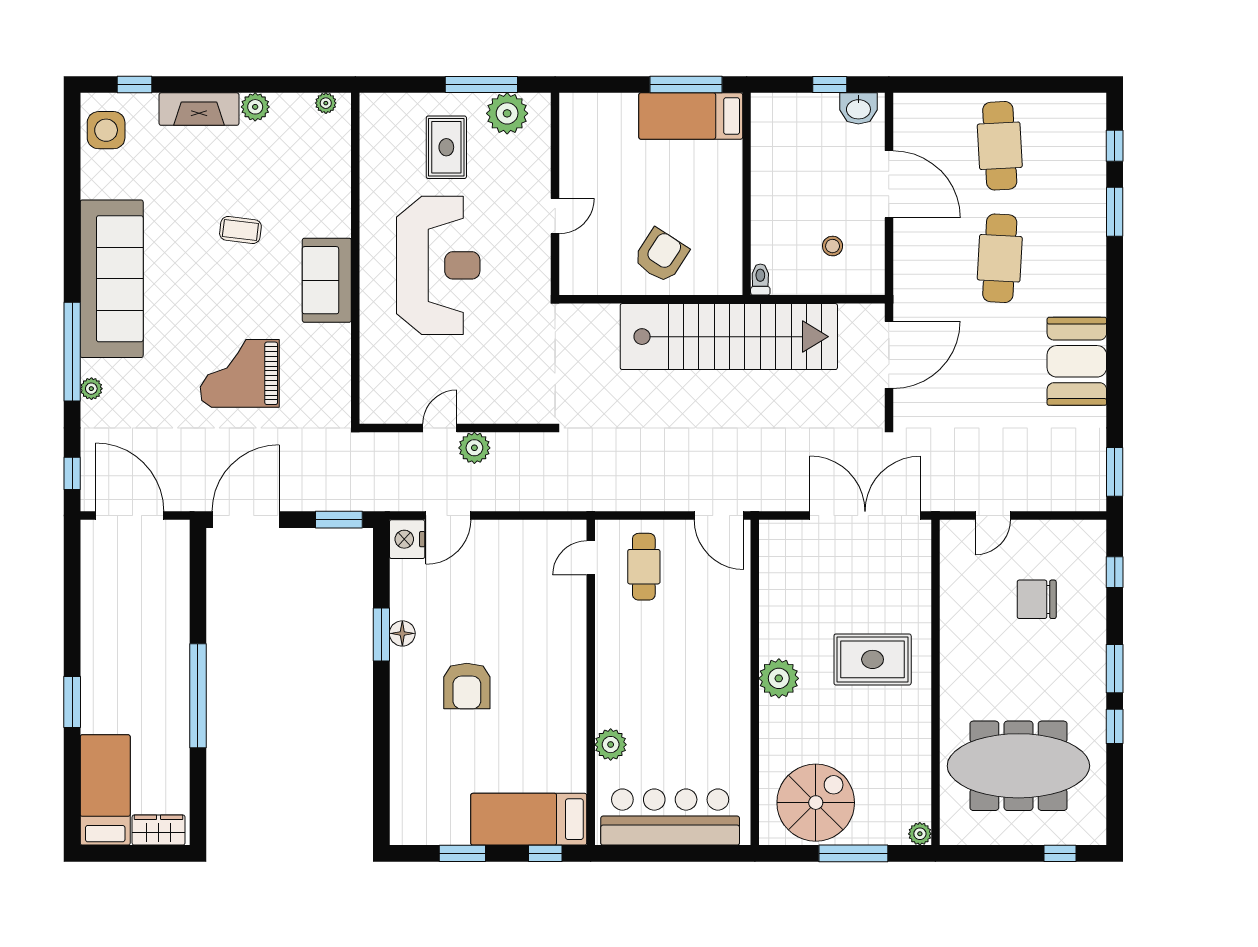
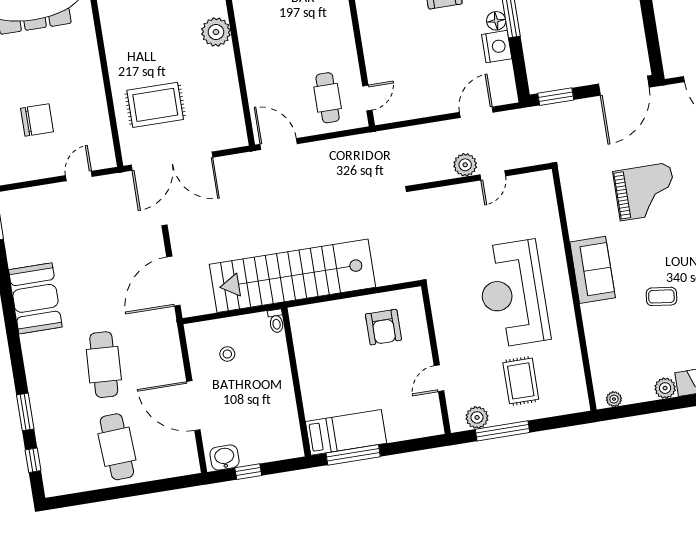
plant: (507, 113) -> (477, 417), width x0.73, depth x0.73
door: (555, 216) -> (439, 378), moved
armchair: (661, 256) -> (383, 327), moved, turned -33
nightstand: (407, 539) -> (497, 47), moved
rug: (873, 659) -> (155, 105), moved

